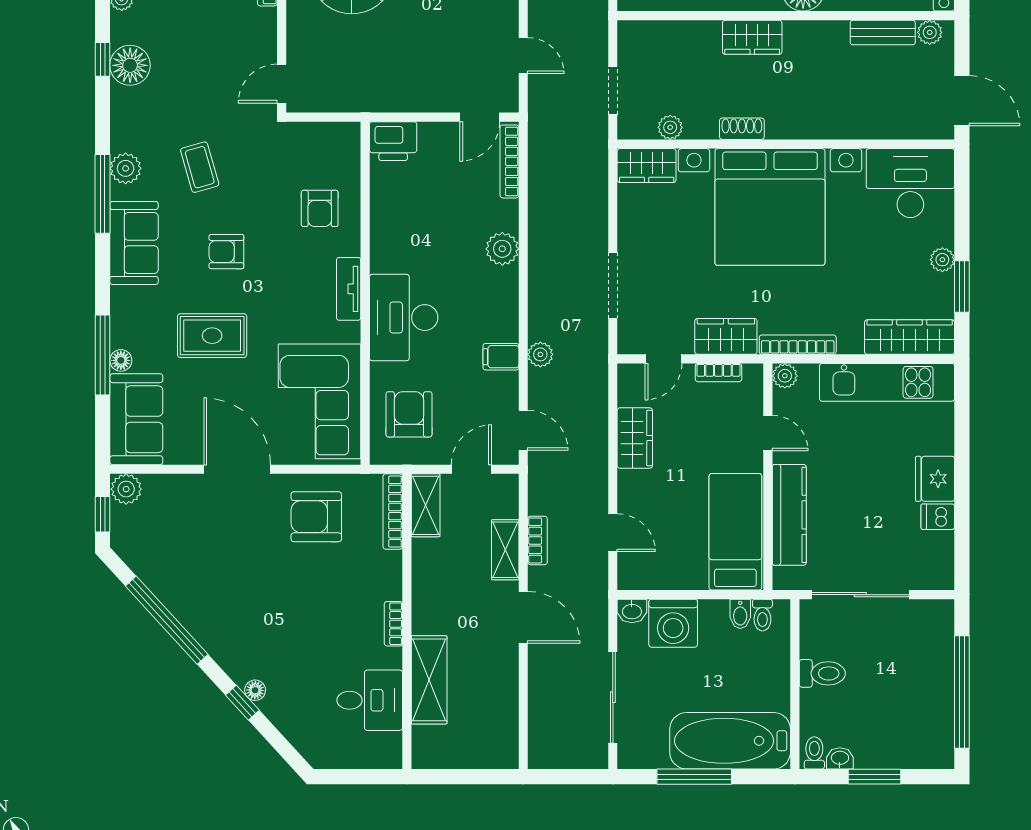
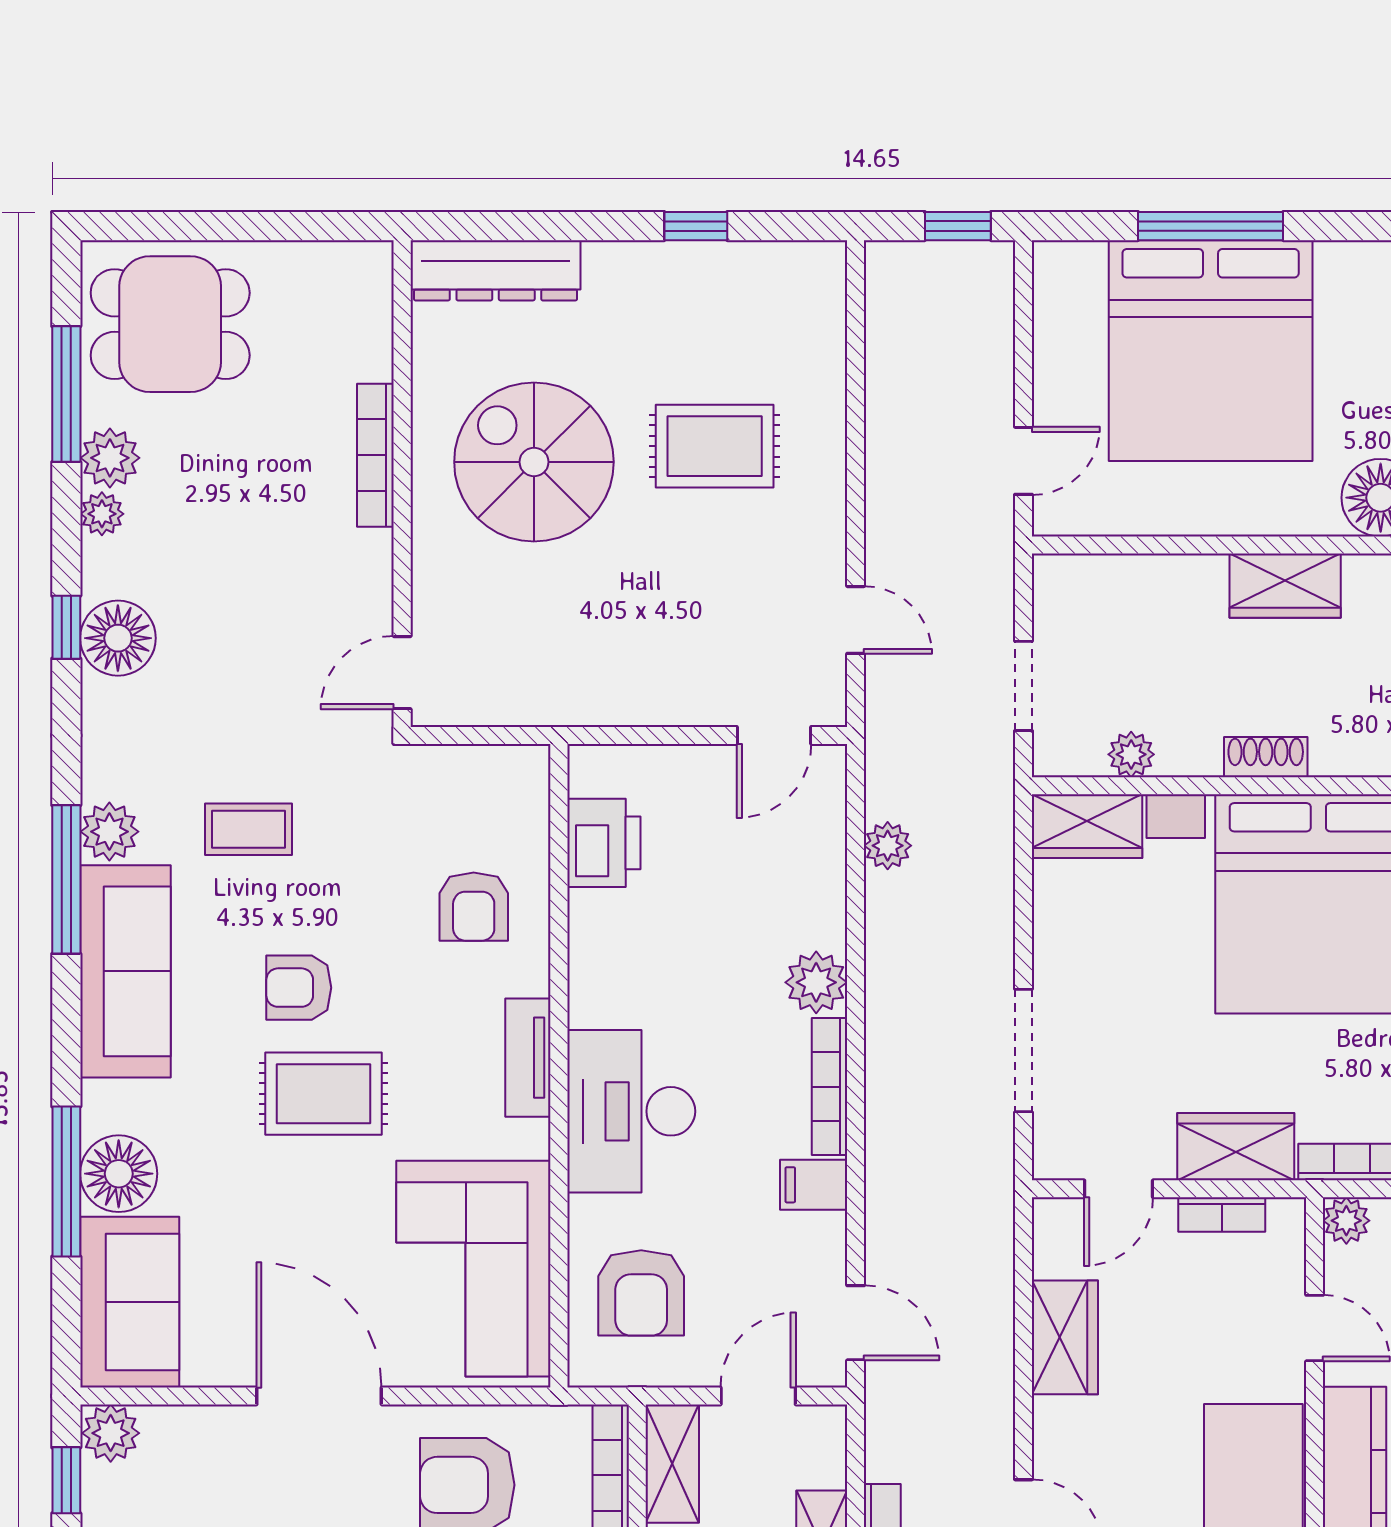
printer: (393, 141) -> (604, 843), moved, turned -90
bookcase: (509, 161) -> (830, 1087), moved
coffee table: (200, 167) -> (249, 829), turned -74
sofa: (134, 243) -> (125, 971), width x1.36
rug: (212, 336) -> (323, 1094), moved
plant: (540, 354) -> (888, 846), moved
floor lamp: (121, 360) -> (119, 1174), width x1.89, depth x1.89
armchair: (409, 414) -> (641, 1293), turned 180

